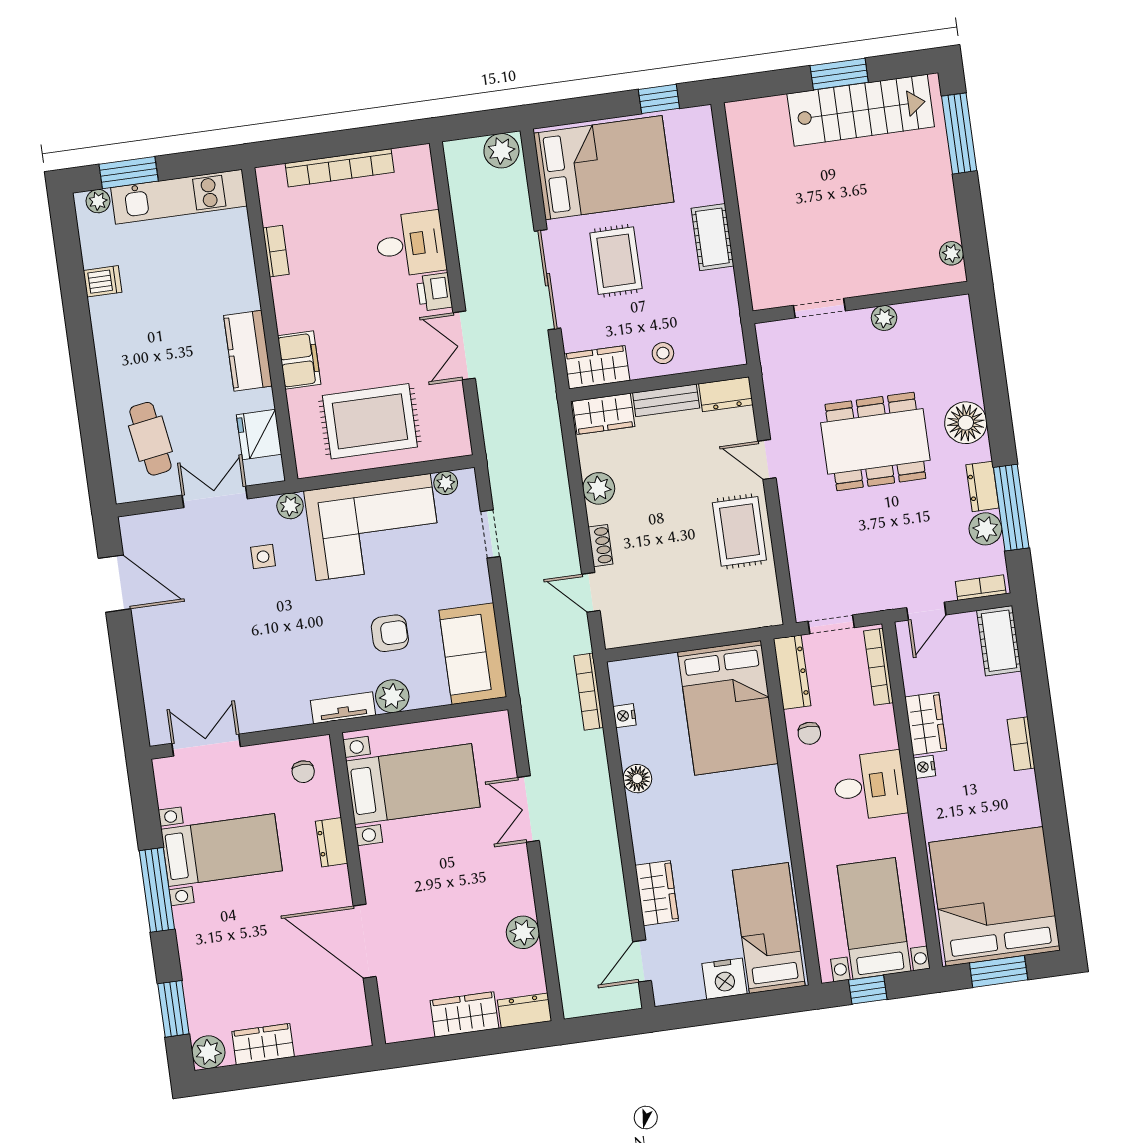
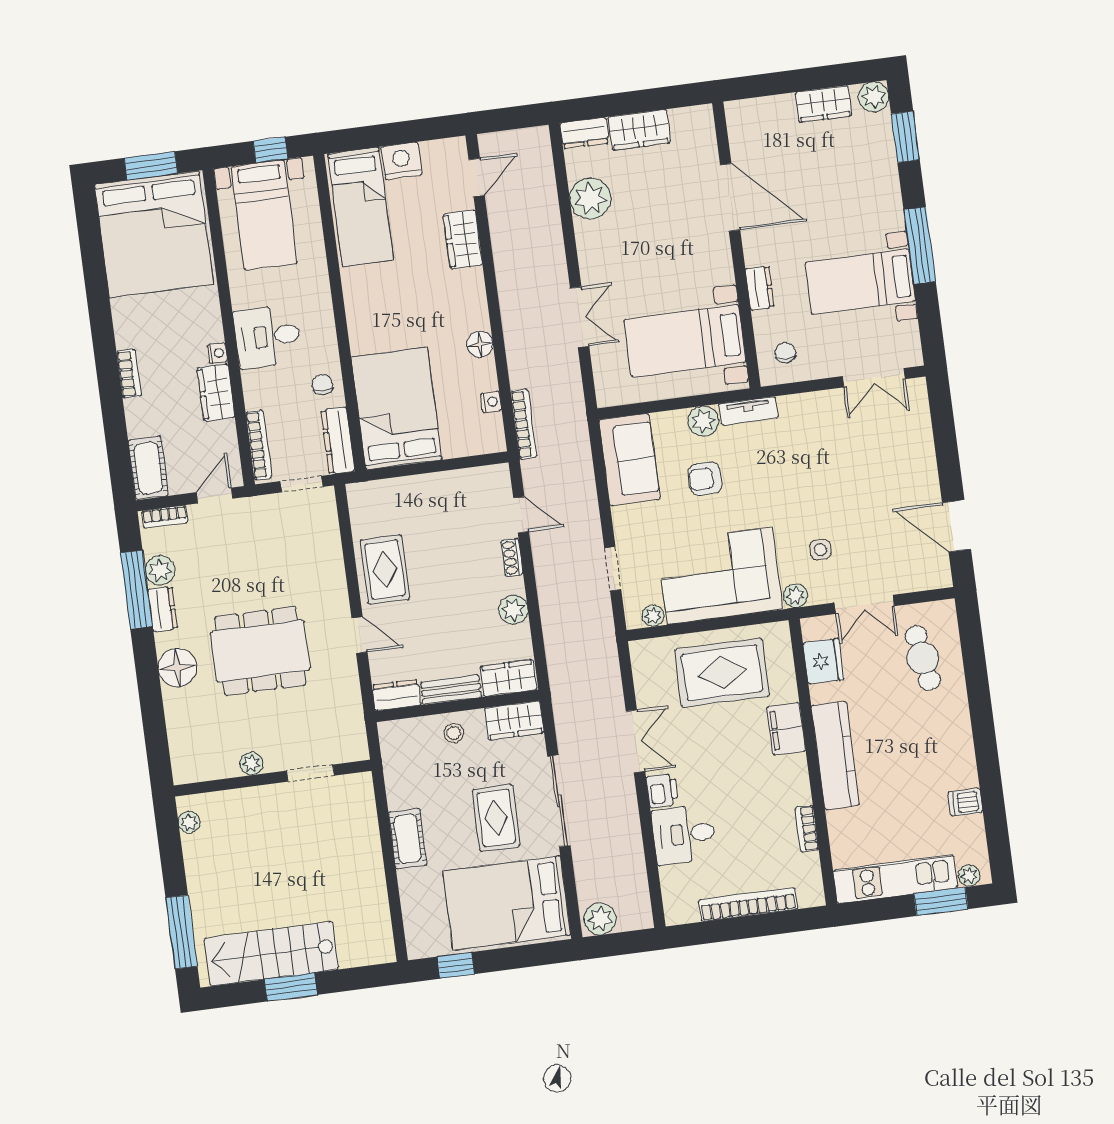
kitchen counter: (248, 351) -> (835, 755), width x1.50
plant: (523, 932) -> (590, 198), width x1.36, depth x1.36

